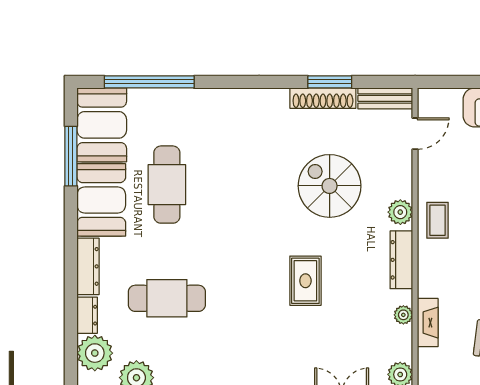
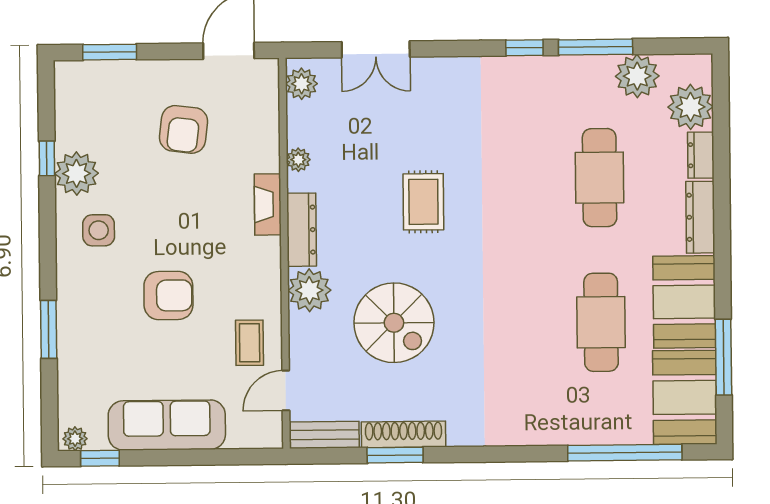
plant: (400, 212) -> (309, 290), width x1.36, depth x1.36
coffee table: (437, 220) -> (250, 343), moved
cafe table: (167, 298) -> (600, 178), turned 90
fireplace: (428, 323) -> (268, 204), moved

